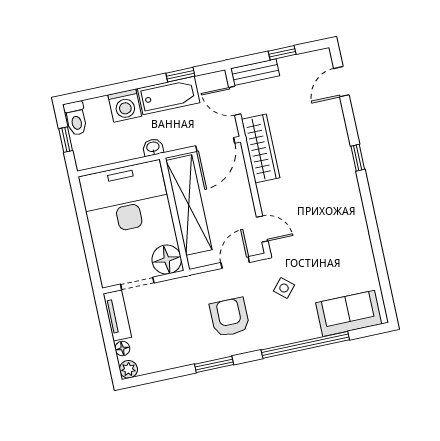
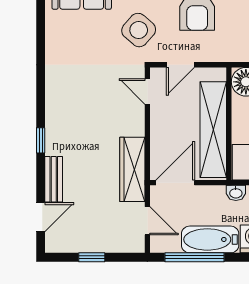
bench: (255, 72) -> (54, 179), moved, turned 90
window: (180, 75) -> (194, 257), width x2.17
side table: (284, 288) -> (139, 30), width x1.87, depth x1.87

